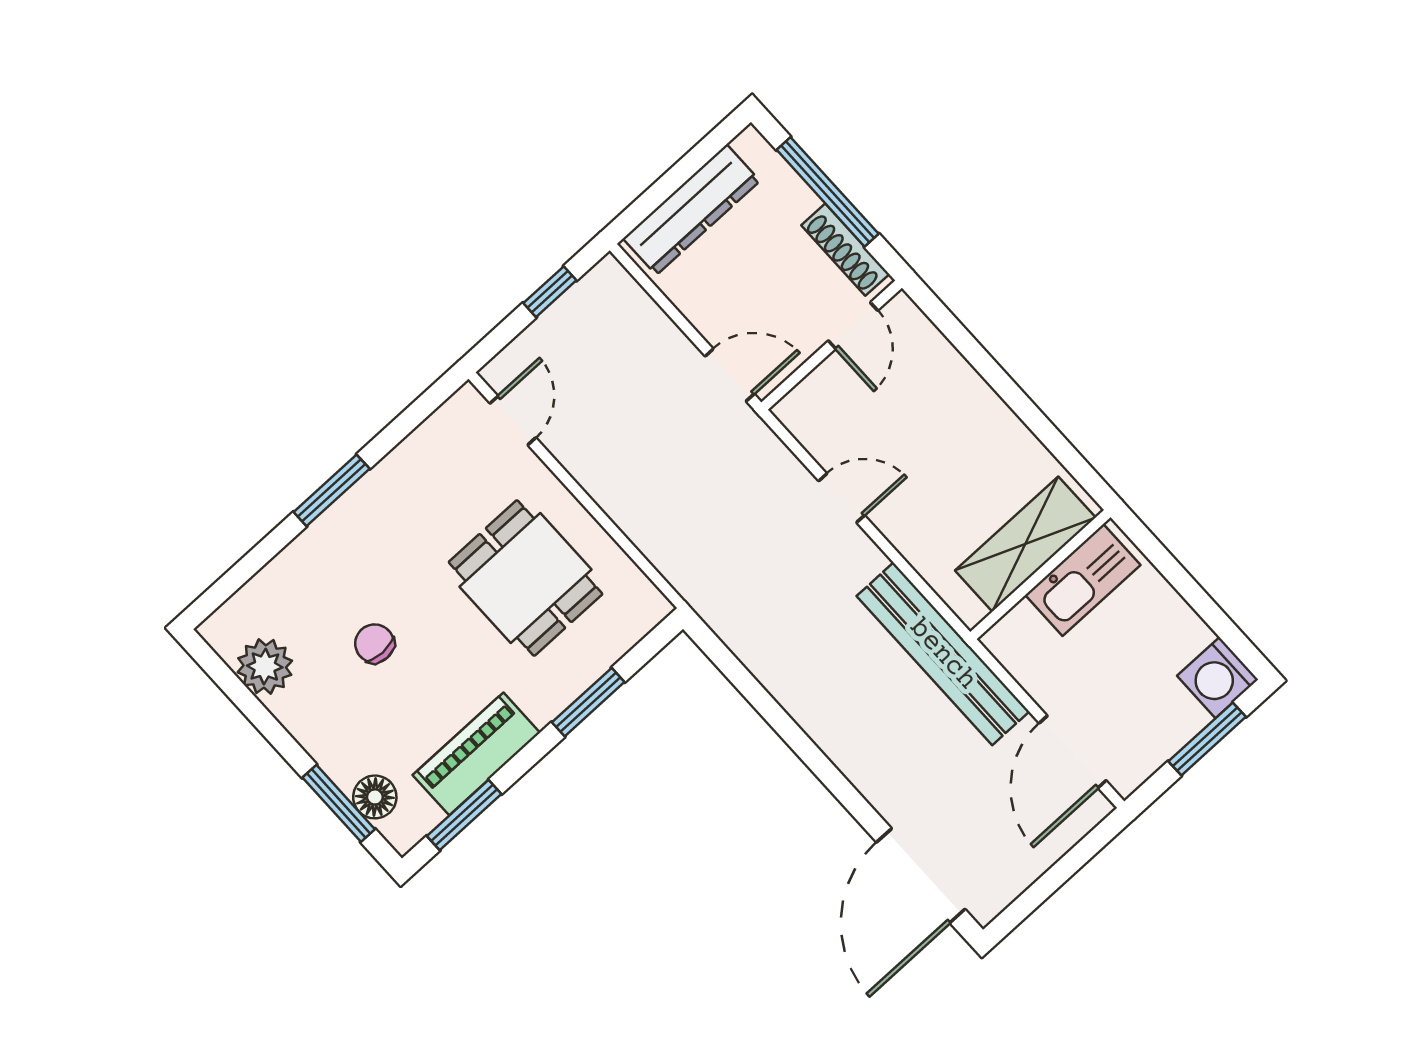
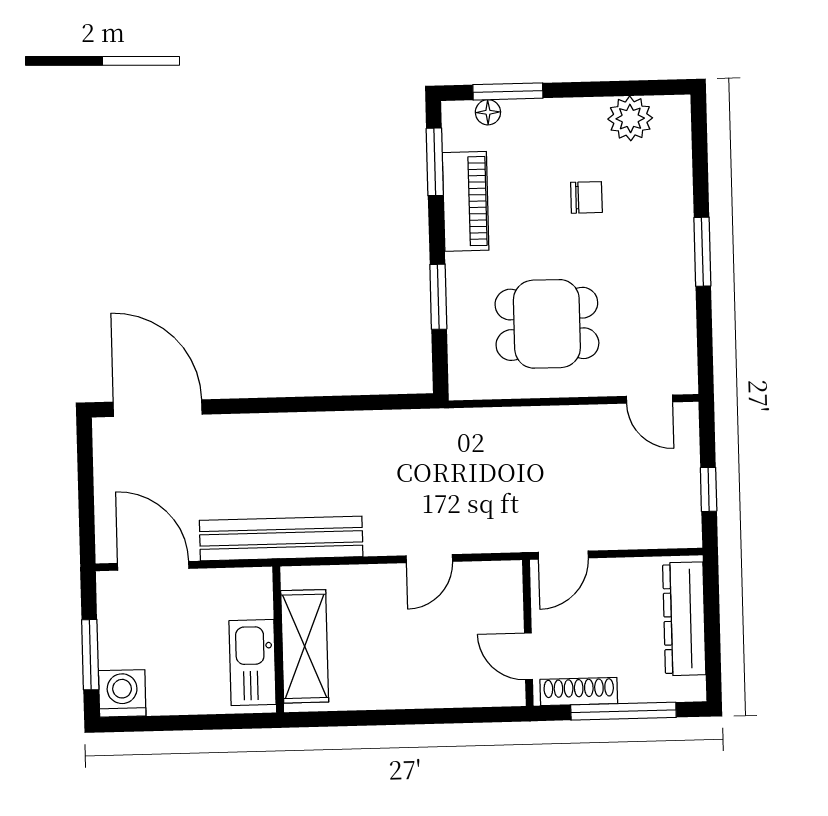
floor lamp: (375, 797) -> (488, 112), width x0.73, depth x0.73

